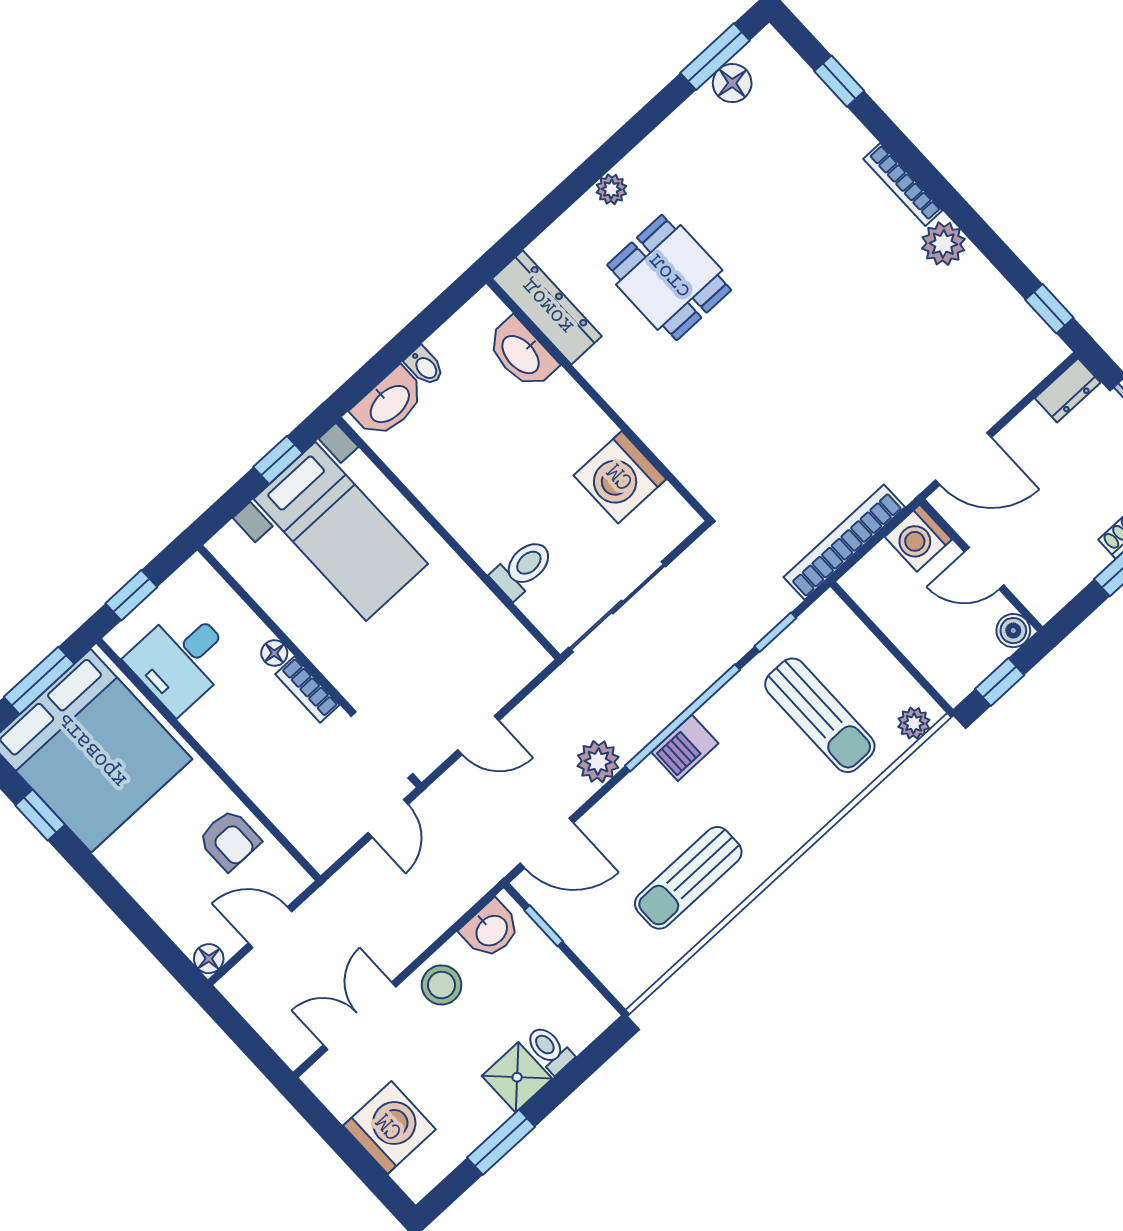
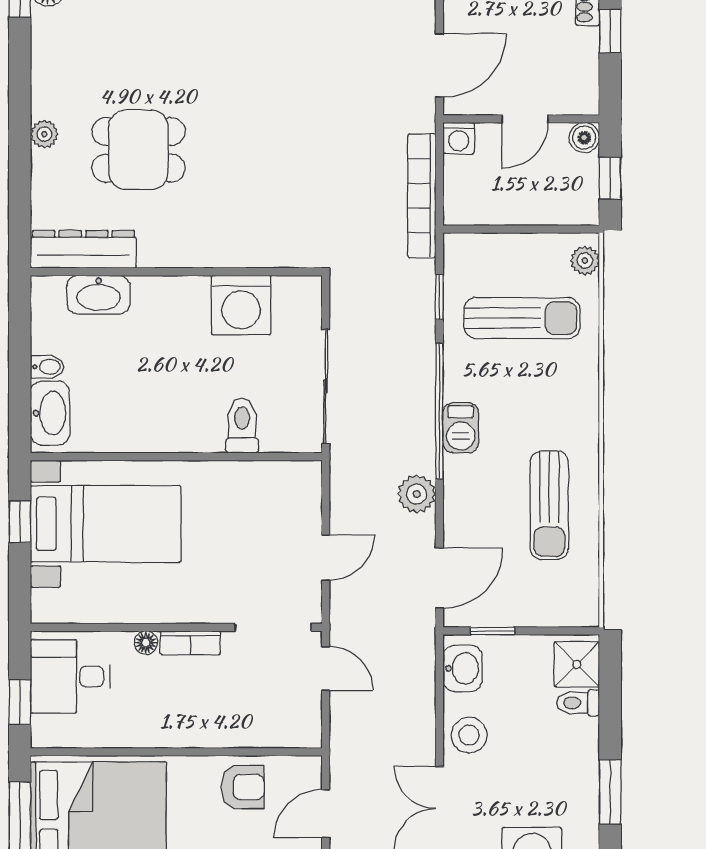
washing machine: (918, 538) -> (459, 138), width x0.73, depth x0.73
desk: (181, 659) -> (70, 676), moved, turned 90
shower: (517, 1077) -> (577, 664), moved

